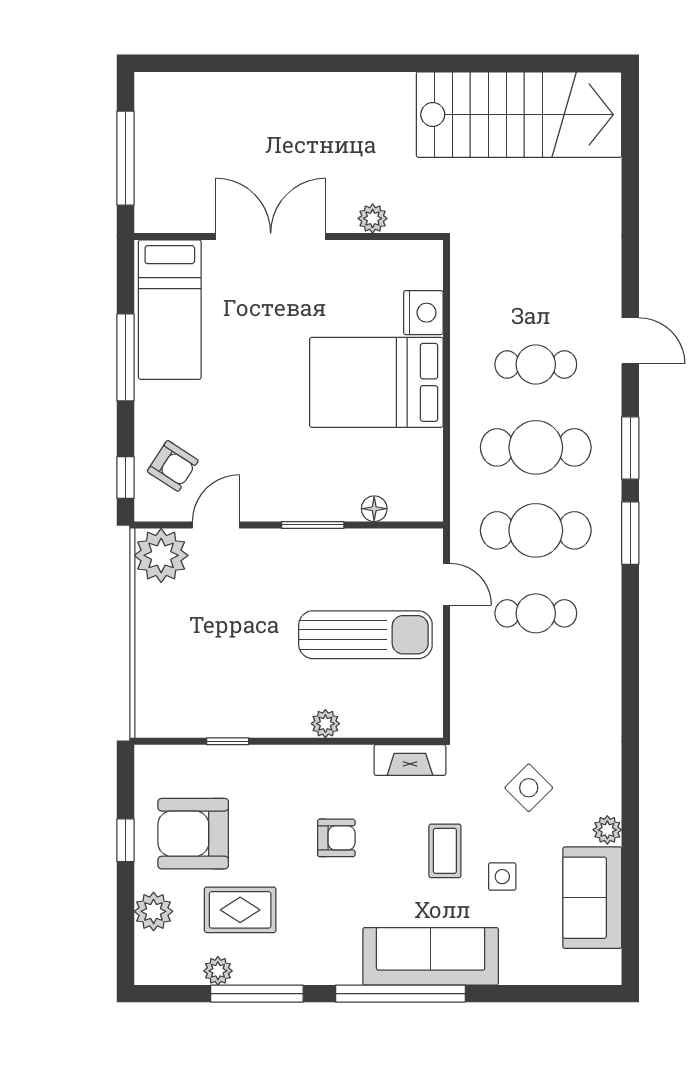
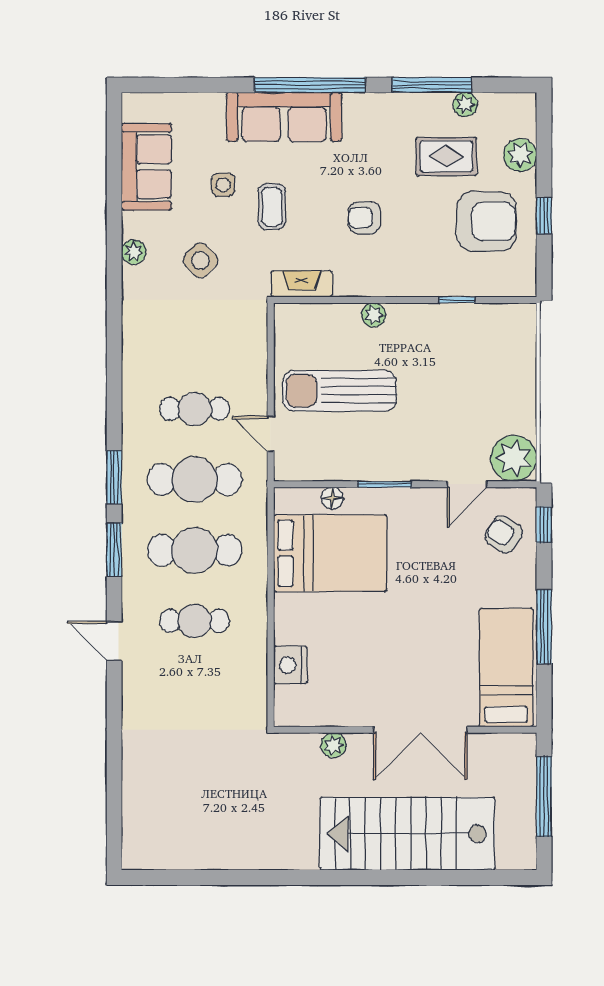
stairs: (519, 115) -> (407, 834), moved
bed: (376, 382) -> (330, 553), moved
plant: (607, 830) -> (134, 252), moved

